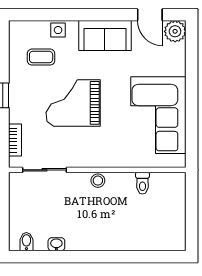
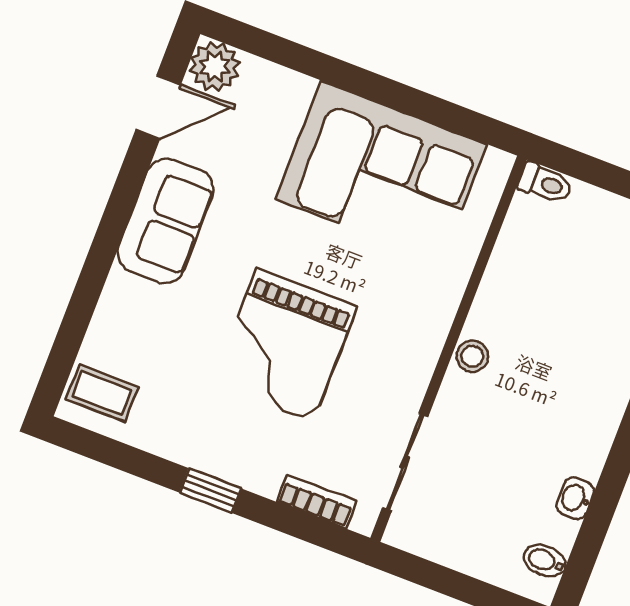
side table: (58, 30) -> (115, 317), removed
coffee table: (41, 57) -> (102, 393), moved, turned 90
toilet: (142, 183) -> (545, 183), moved

